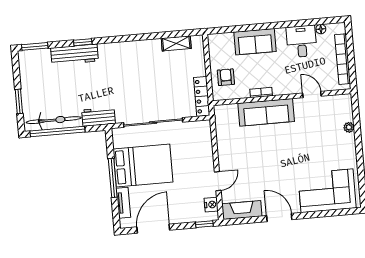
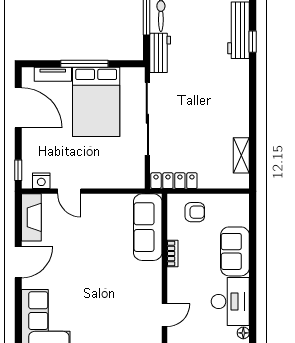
desk: (302, 41) -> (230, 301), width x1.37
sofa: (266, 112) -> (148, 227), moved

